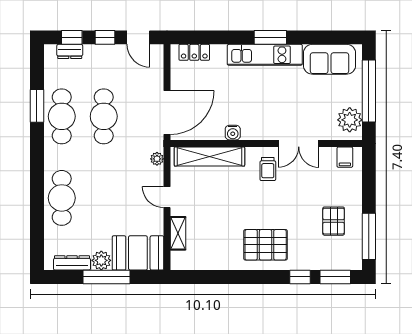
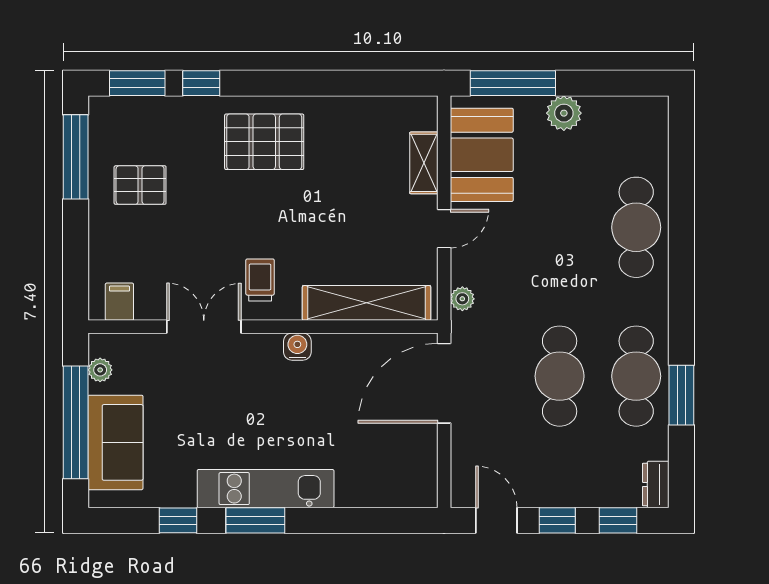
window: (313, 37) -> (178, 520), added
dresser: (70, 51) -> (656, 484), moved, turned -90
locker: (194, 52) -> (394, 493), removed
sofa: (330, 59) -> (115, 442), moved, turned 90
plant: (350, 120) -> (100, 370), width x0.53, depth x0.53
water cooler: (233, 133) -> (297, 347), moved
door: (167, 197) -> (444, 229), hinge flipped
pallet: (334, 221) -> (140, 185), turned 90
booth: (138, 253) -> (482, 155), moved, turned 90
dresser: (72, 263) -> (617, 109), removed
window: (106, 277) -> (513, 83), moved

